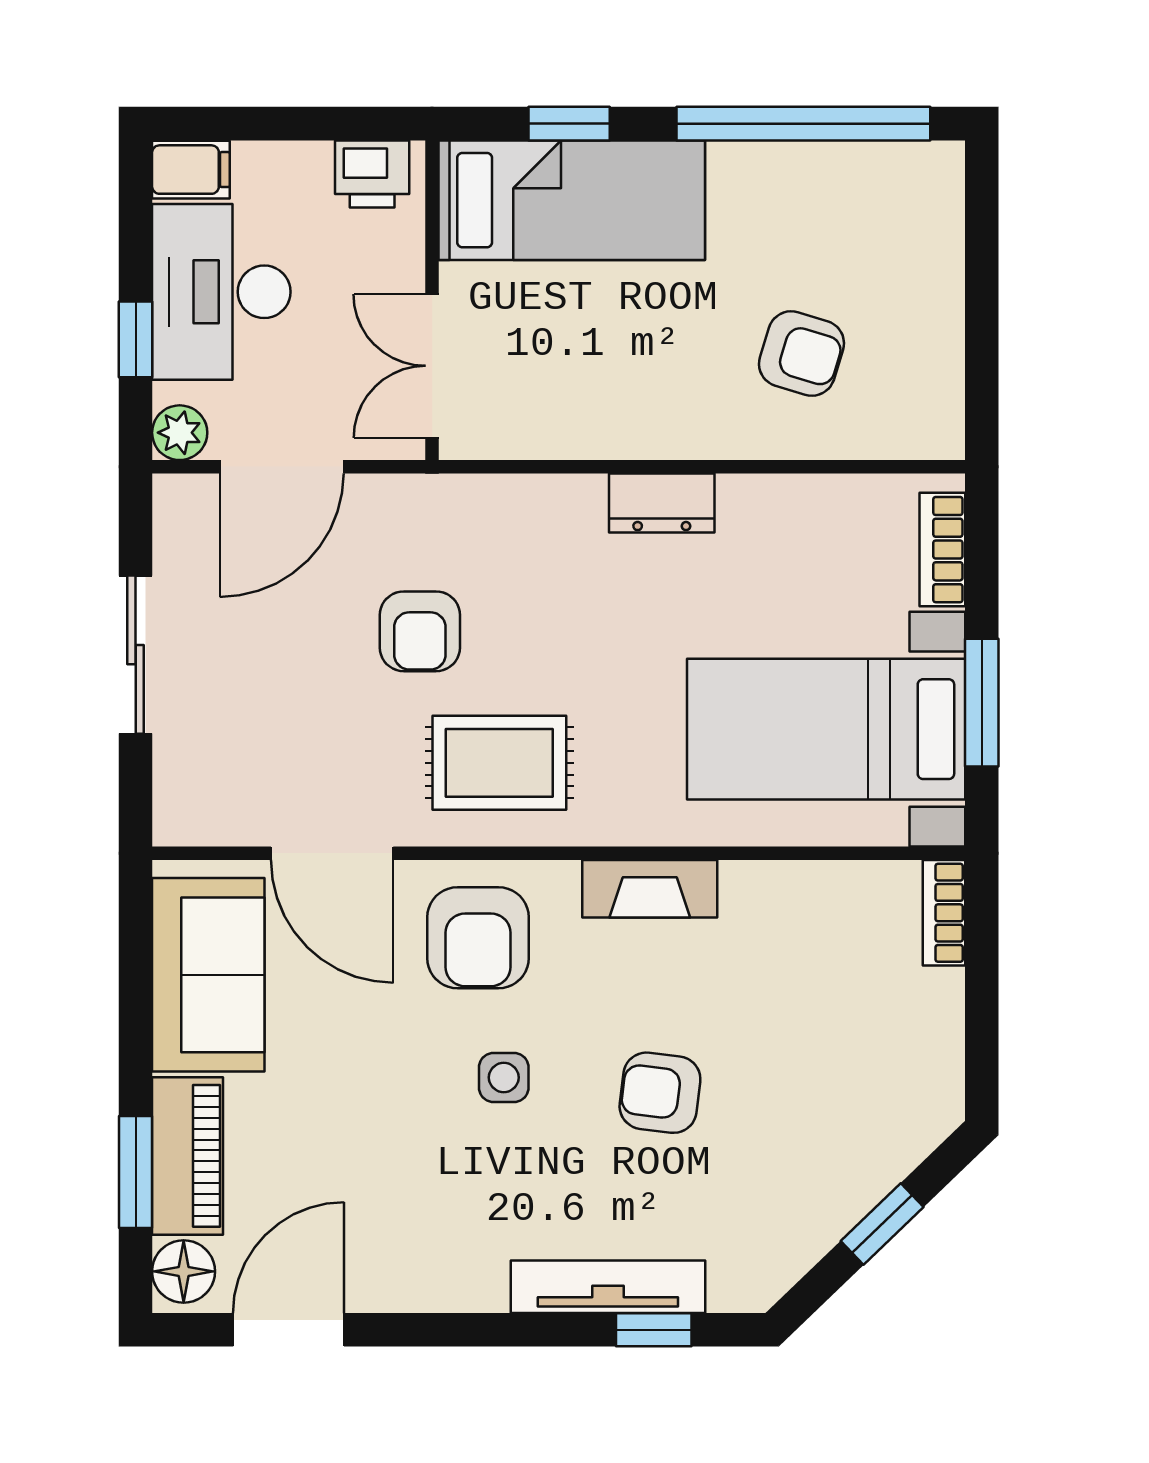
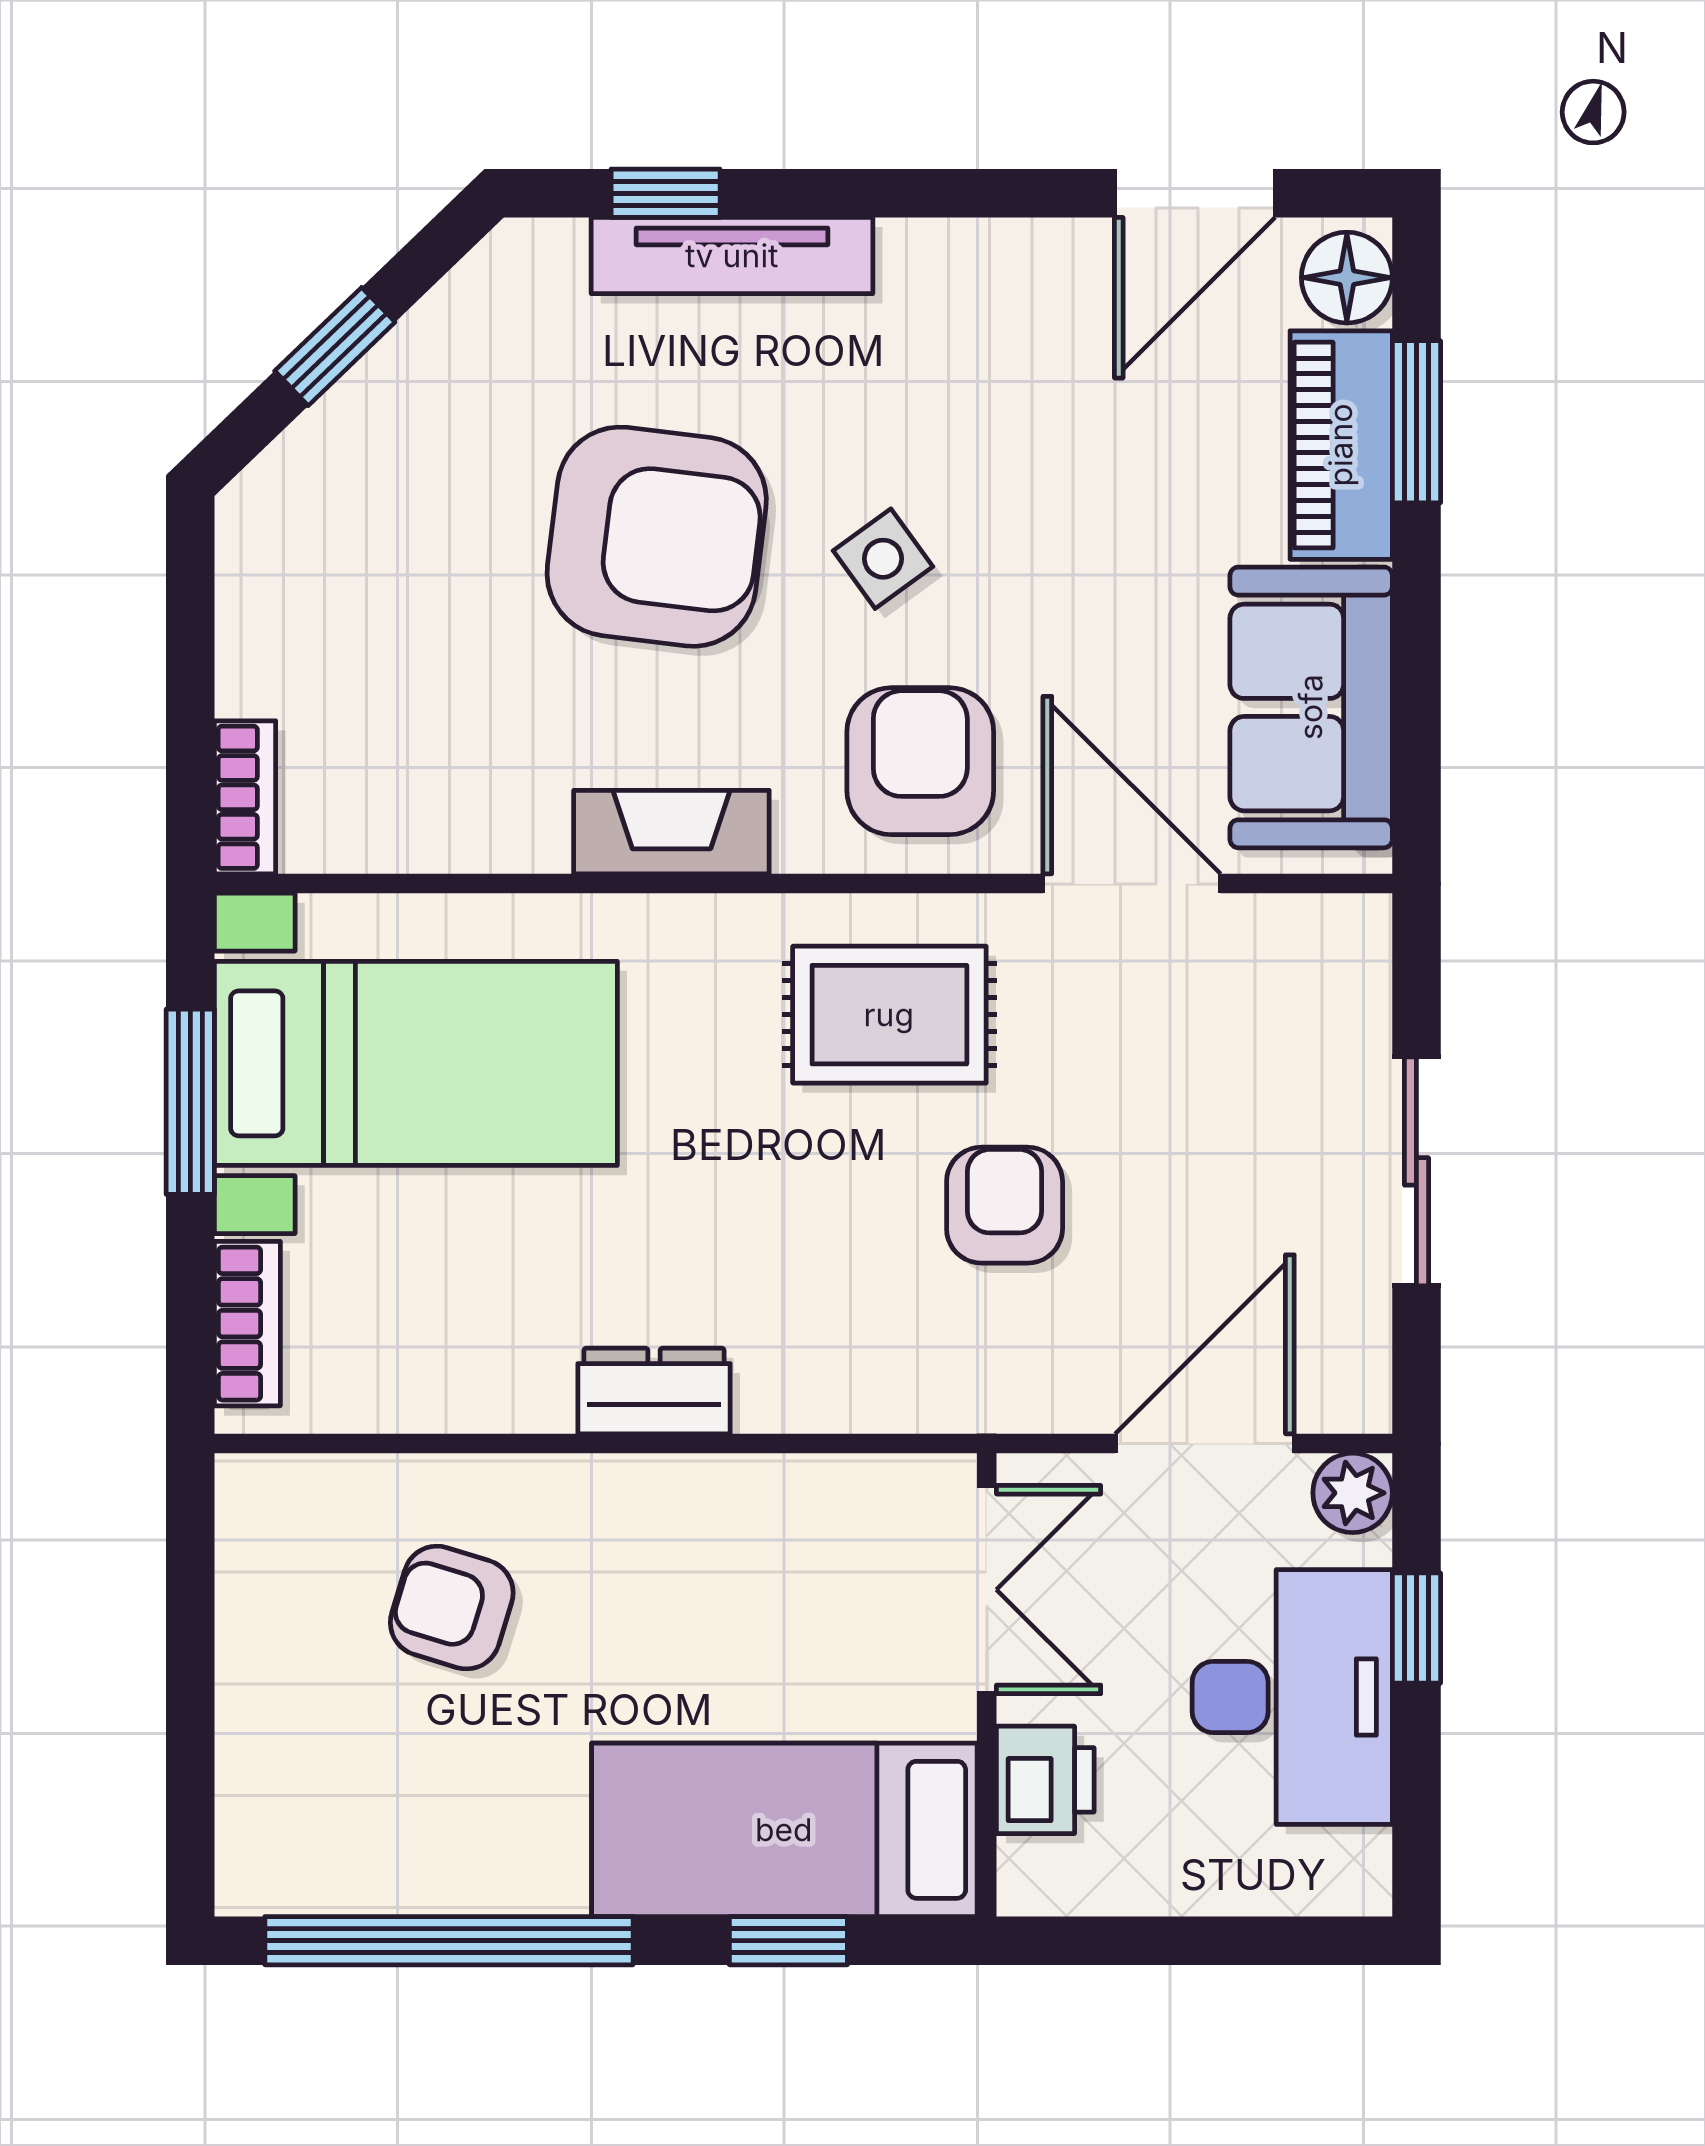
filing cabinet: (191, 170) -> (1336, 1874), removed
printer: (372, 174) -> (1045, 1780), moved, turned 90
side table: (504, 1077) -> (883, 559), turned -36
armchair: (660, 1093) -> (657, 537), width x1.88, depth x1.88

